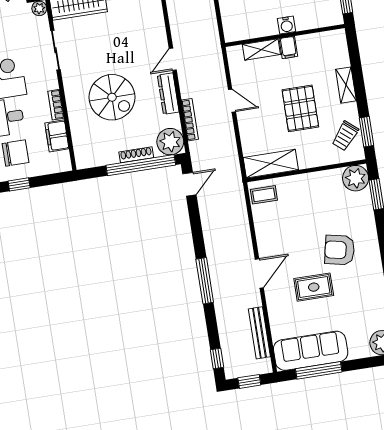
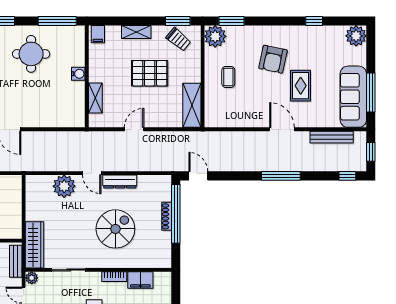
filing cabinet: (288, 47) -> (98, 34), moved, turned 90
bookcase: (190, 120) -> (144, 167), removed
plant: (170, 142) -> (64, 186), moved
coffee table: (264, 195) -> (228, 77), moved

